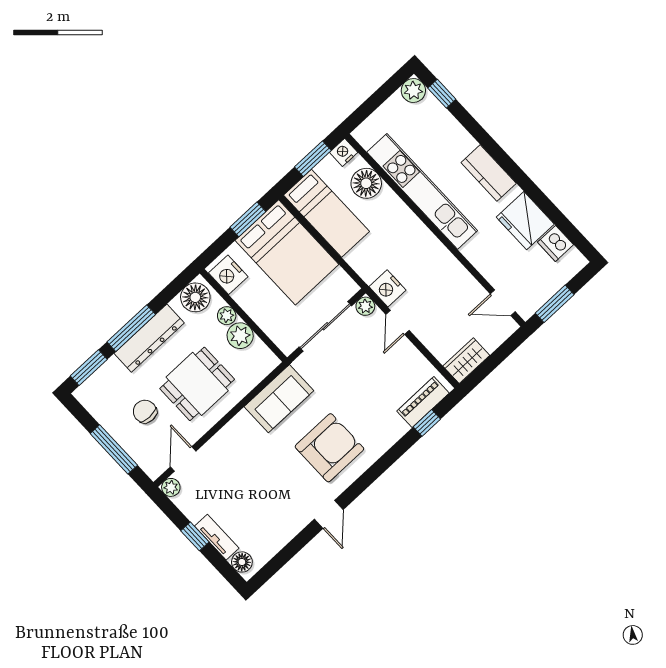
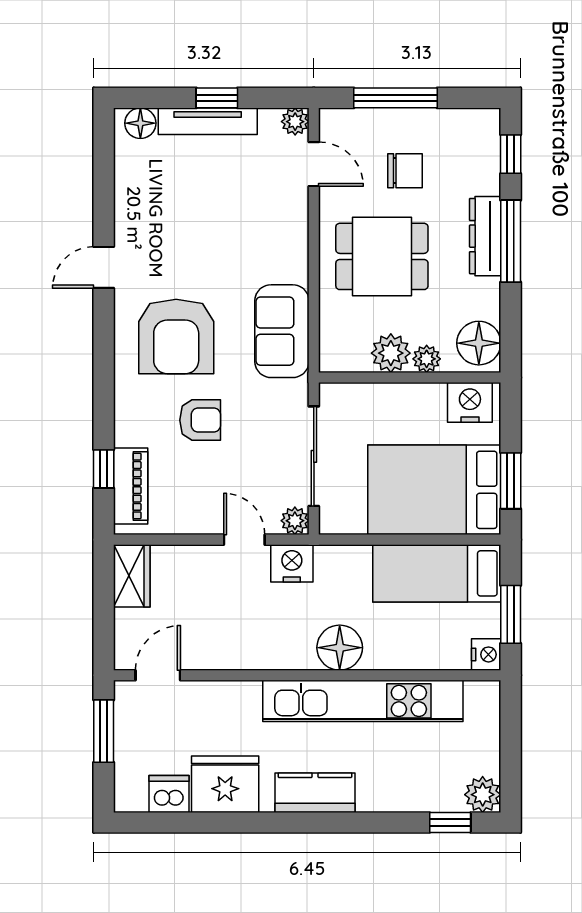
floor lamp: (366, 183) -> (340, 648), moved
dresser: (149, 338) -> (485, 236), width x0.73, depth x0.80
window: (89, 368) -> (511, 154), width x0.67
dining table: (197, 384) -> (382, 256), turned 90
armchair: (359, 398) -> (200, 420), added
door: (329, 514) -> (104, 267), hinge flipped
tv unit: (217, 537) -> (208, 121), width x1.41

